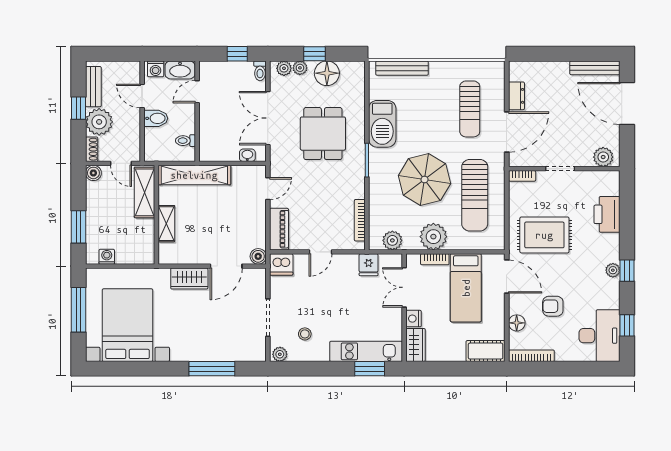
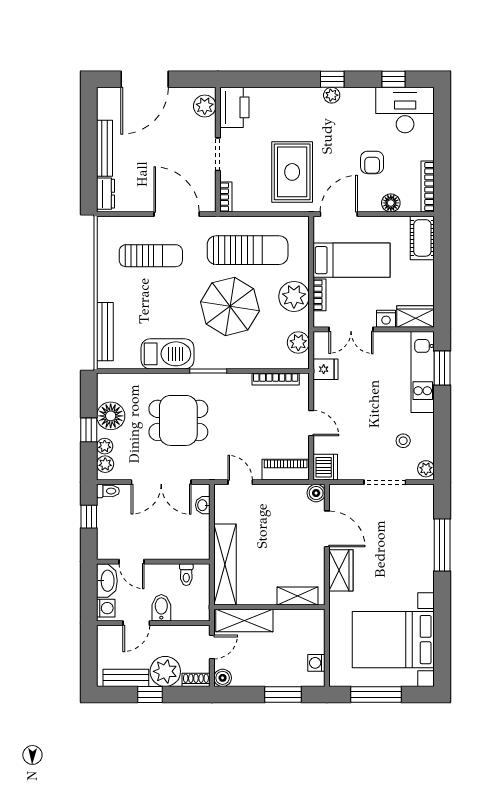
bench: (595, 68) -> (105, 148), moved
dresser: (516, 96) -> (106, 194), moved, turned 90
printer: (607, 214) -> (234, 107), moved, turned -90
shelving: (166, 224) -> (297, 596), moved

